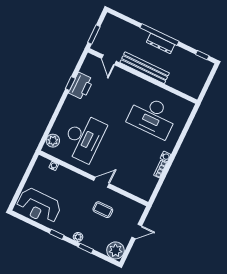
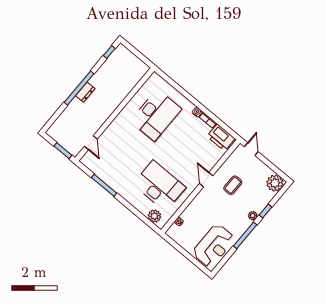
dresser: (161, 43) -> (85, 92), width x0.70
door: (109, 60) -> (91, 143), hinge flipped
bench: (145, 68) -> (107, 110), removed
window: (70, 84) -> (104, 185), width x2.17
printer: (81, 86) -> (221, 138), moved, turned 180
door: (137, 231) -> (251, 149), moved
window: (57, 234) -> (245, 235), width x2.17

